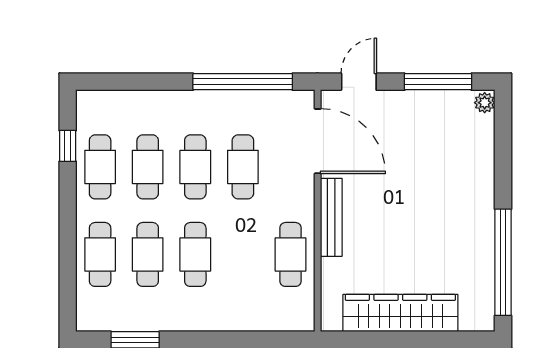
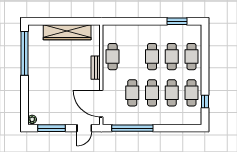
bench: (331, 217) -> (96, 68), width x0.73

